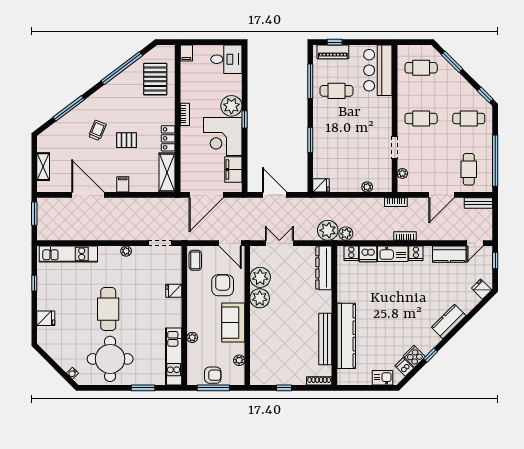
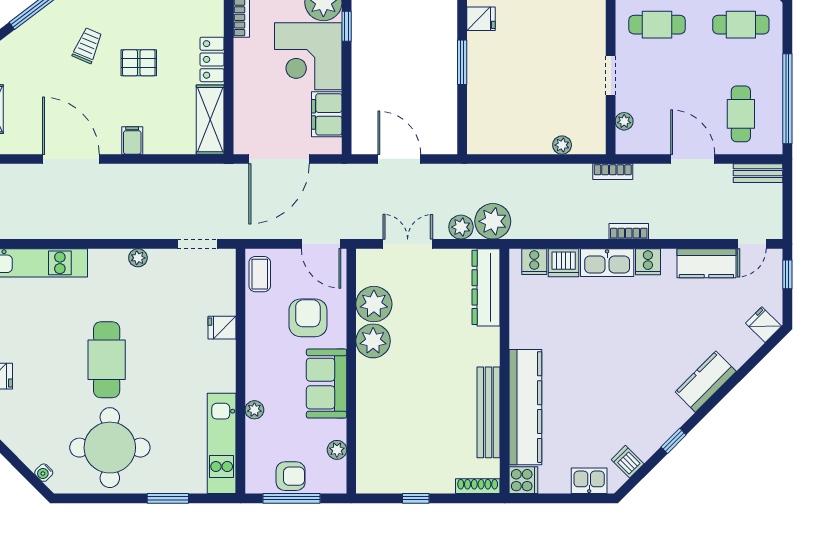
fridge: (321, 185) -> (481, 19), moved
door: (441, 195) -> (693, 159), swing flipped
plant: (346, 234) -> (461, 227), moved
cooker: (414, 356) -> (523, 480), moved, turned 135

